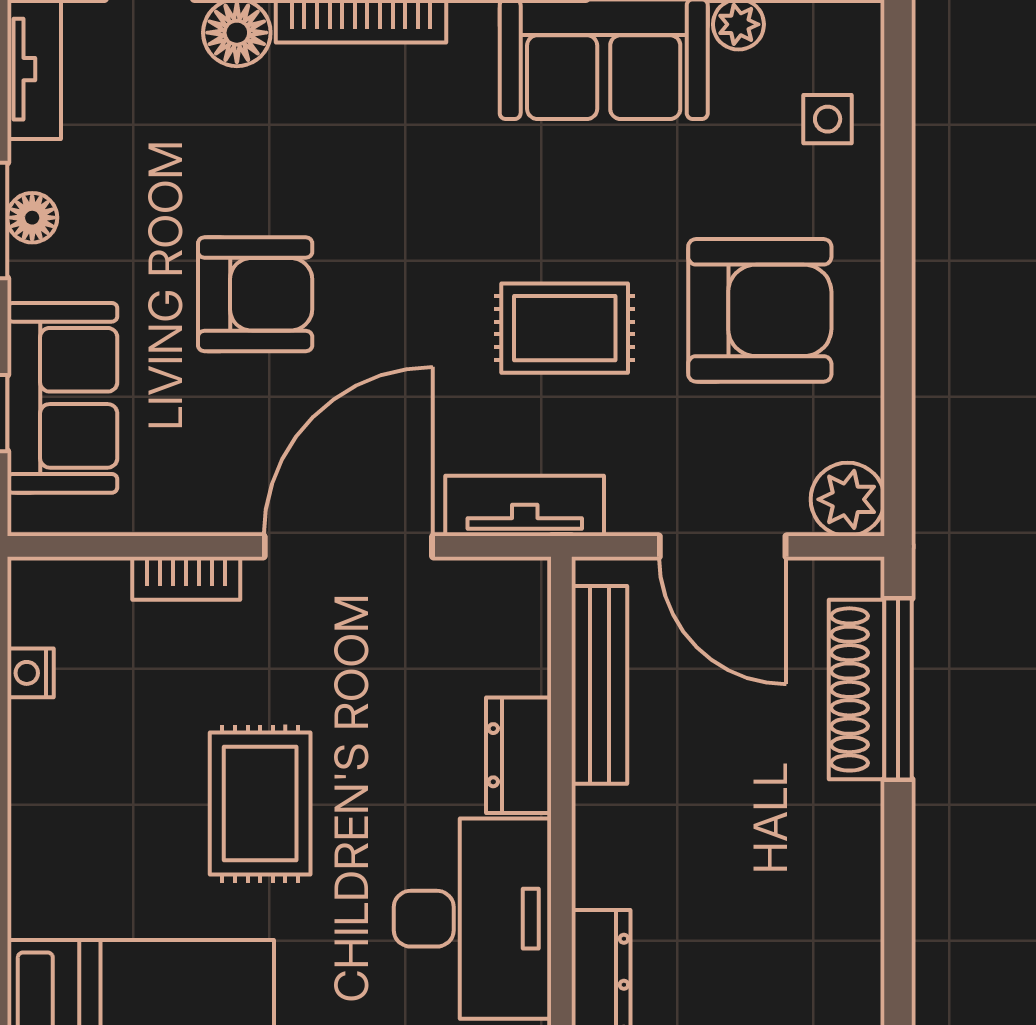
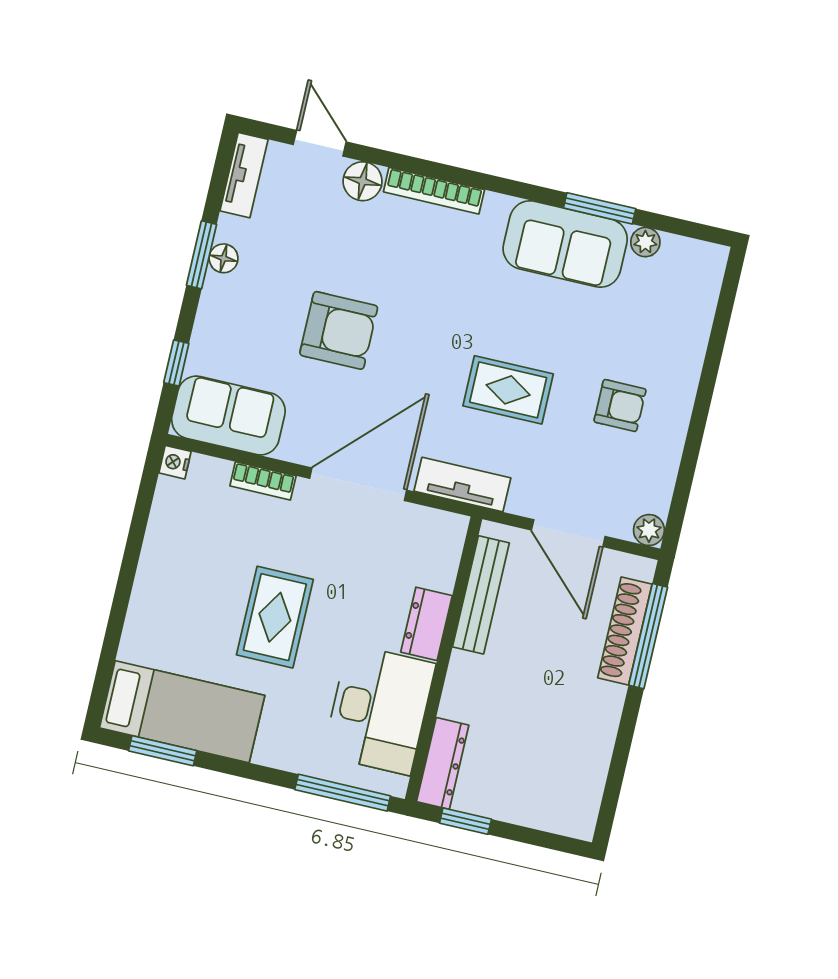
side table: (828, 119) -> (683, 307), removed
armchair: (760, 310) -> (620, 405), width x0.53, depth x0.53
sofa: (62, 398) -> (228, 416), moved, turned -90
plant: (848, 499) -> (649, 530), width x0.73, depth x0.73
nightstand: (30, 673) -> (175, 462), moved

